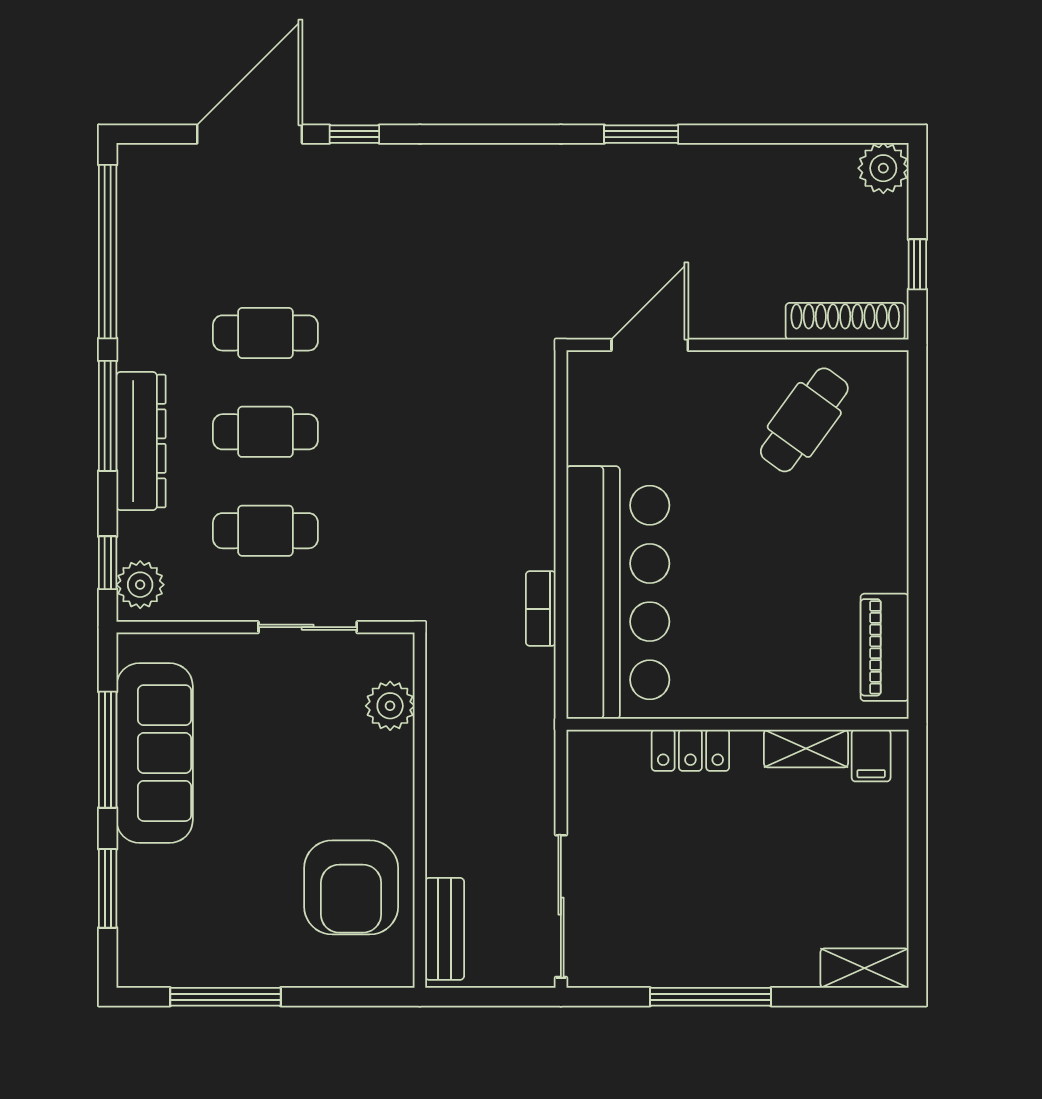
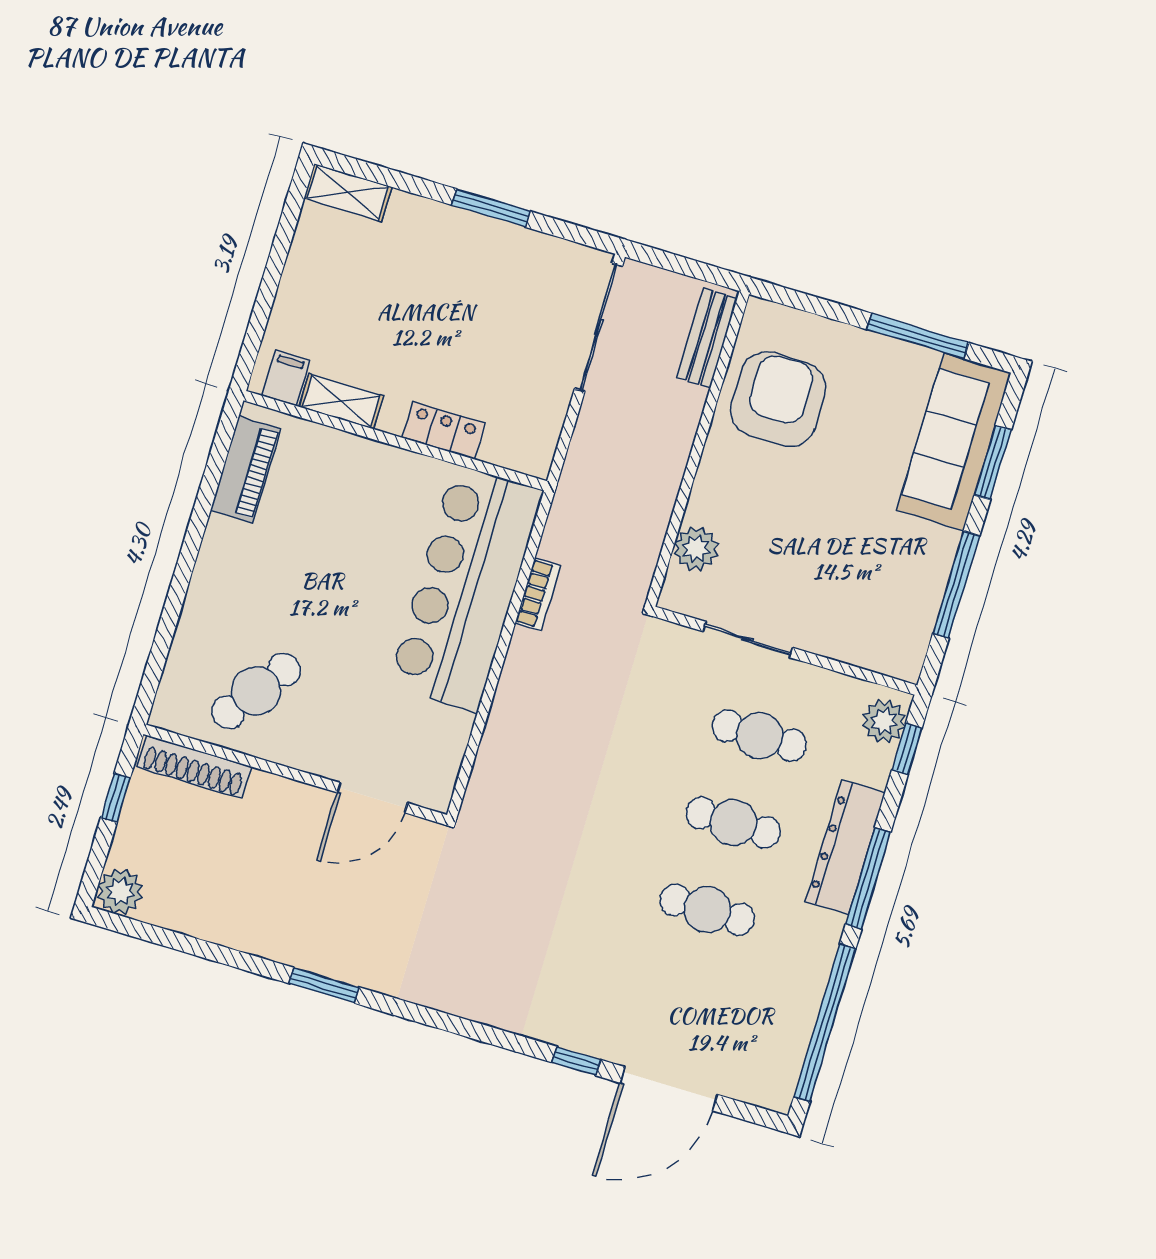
sofa: (155, 753) -> (954, 442), moved
window: (710, 997) -> (491, 208), width x0.69

